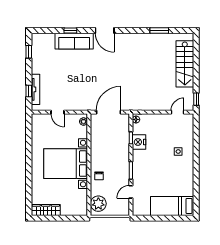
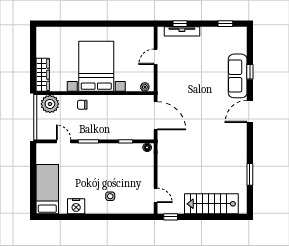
nightstand: (139, 142) -> (76, 206), moved, turned 180
wardrobe: (46, 210) -> (43, 75), moved

